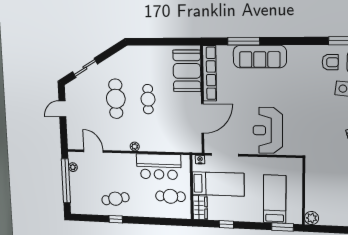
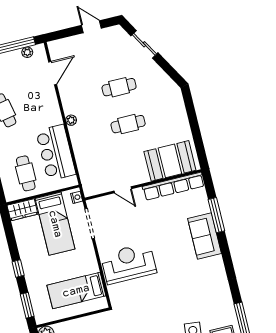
sofa: (260, 57) -> (205, 236), width x0.73
armchair: (330, 62) -> (217, 310), removed
cafe table: (116, 99) -> (119, 87), width x0.73, depth x0.74
door: (203, 119) -> (123, 190), width x0.53
bed: (275, 199) -> (76, 291), moved, turned 180
window: (226, 224) -> (18, 268), moved

